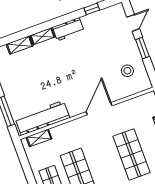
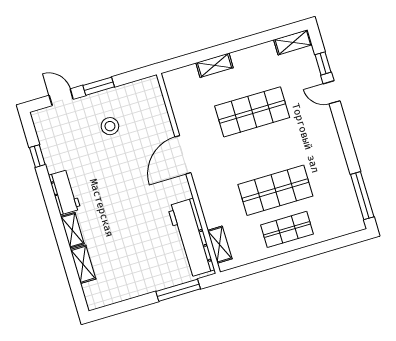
stool: (127, 71) -> (110, 126), moved
door: (99, 109) -> (183, 155), hinge flipped

